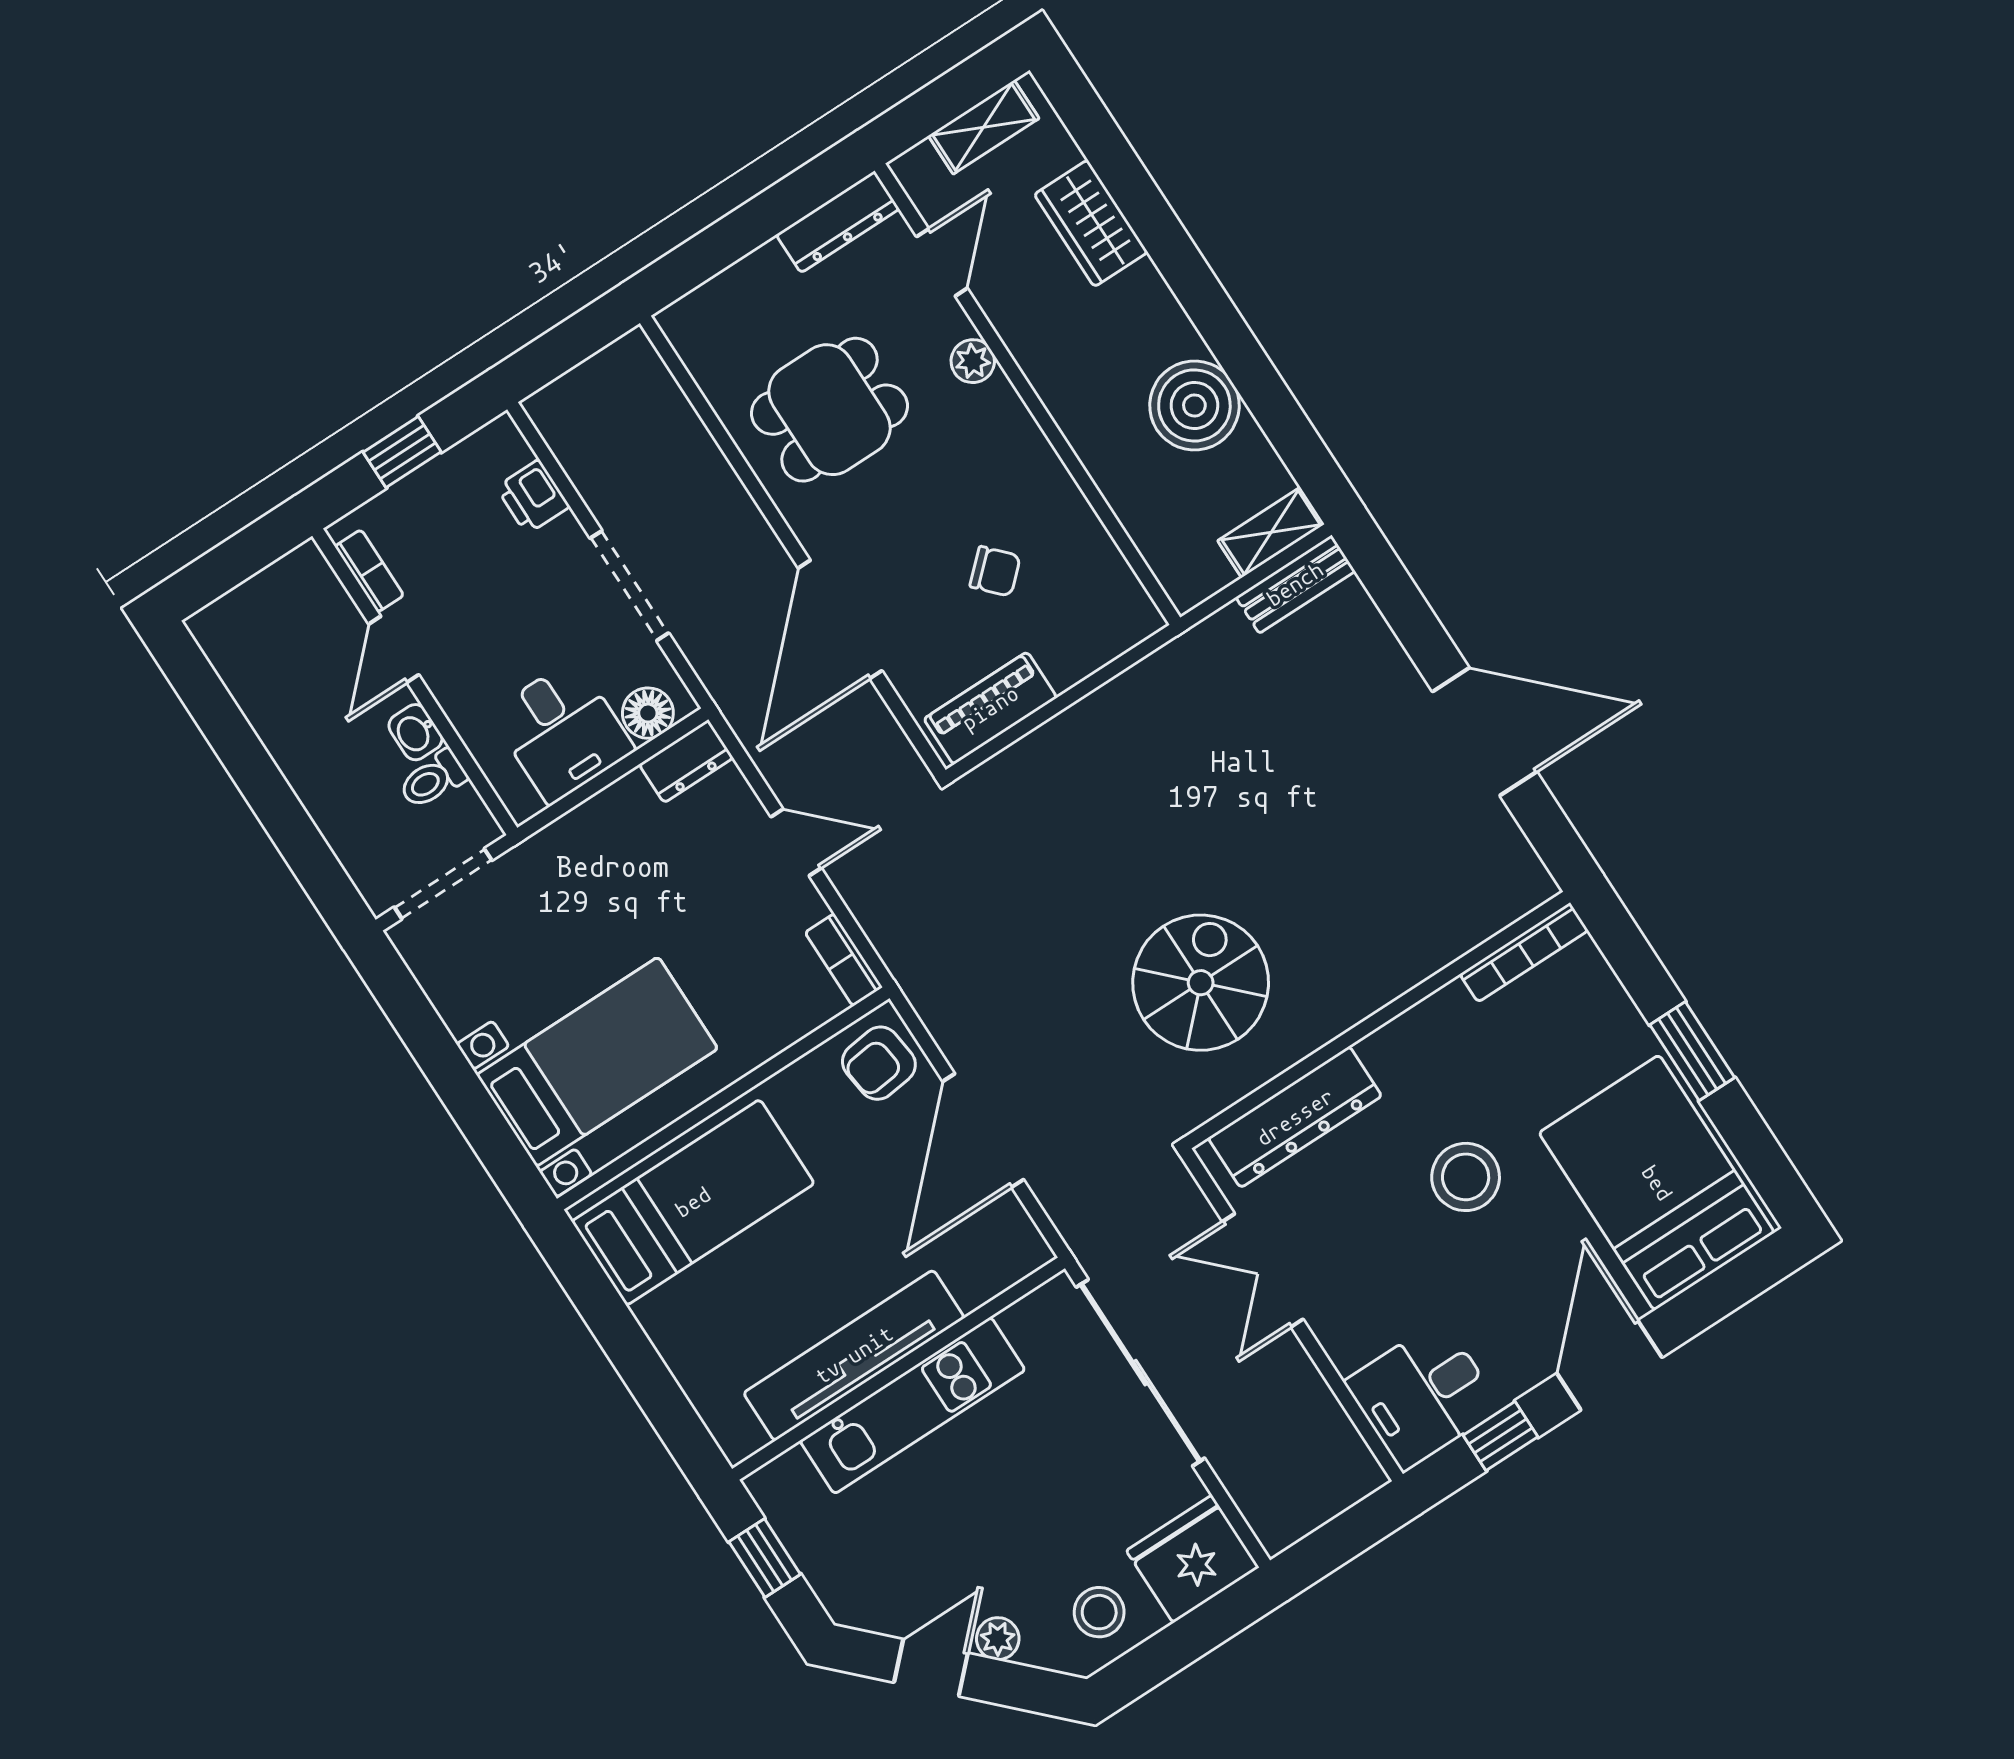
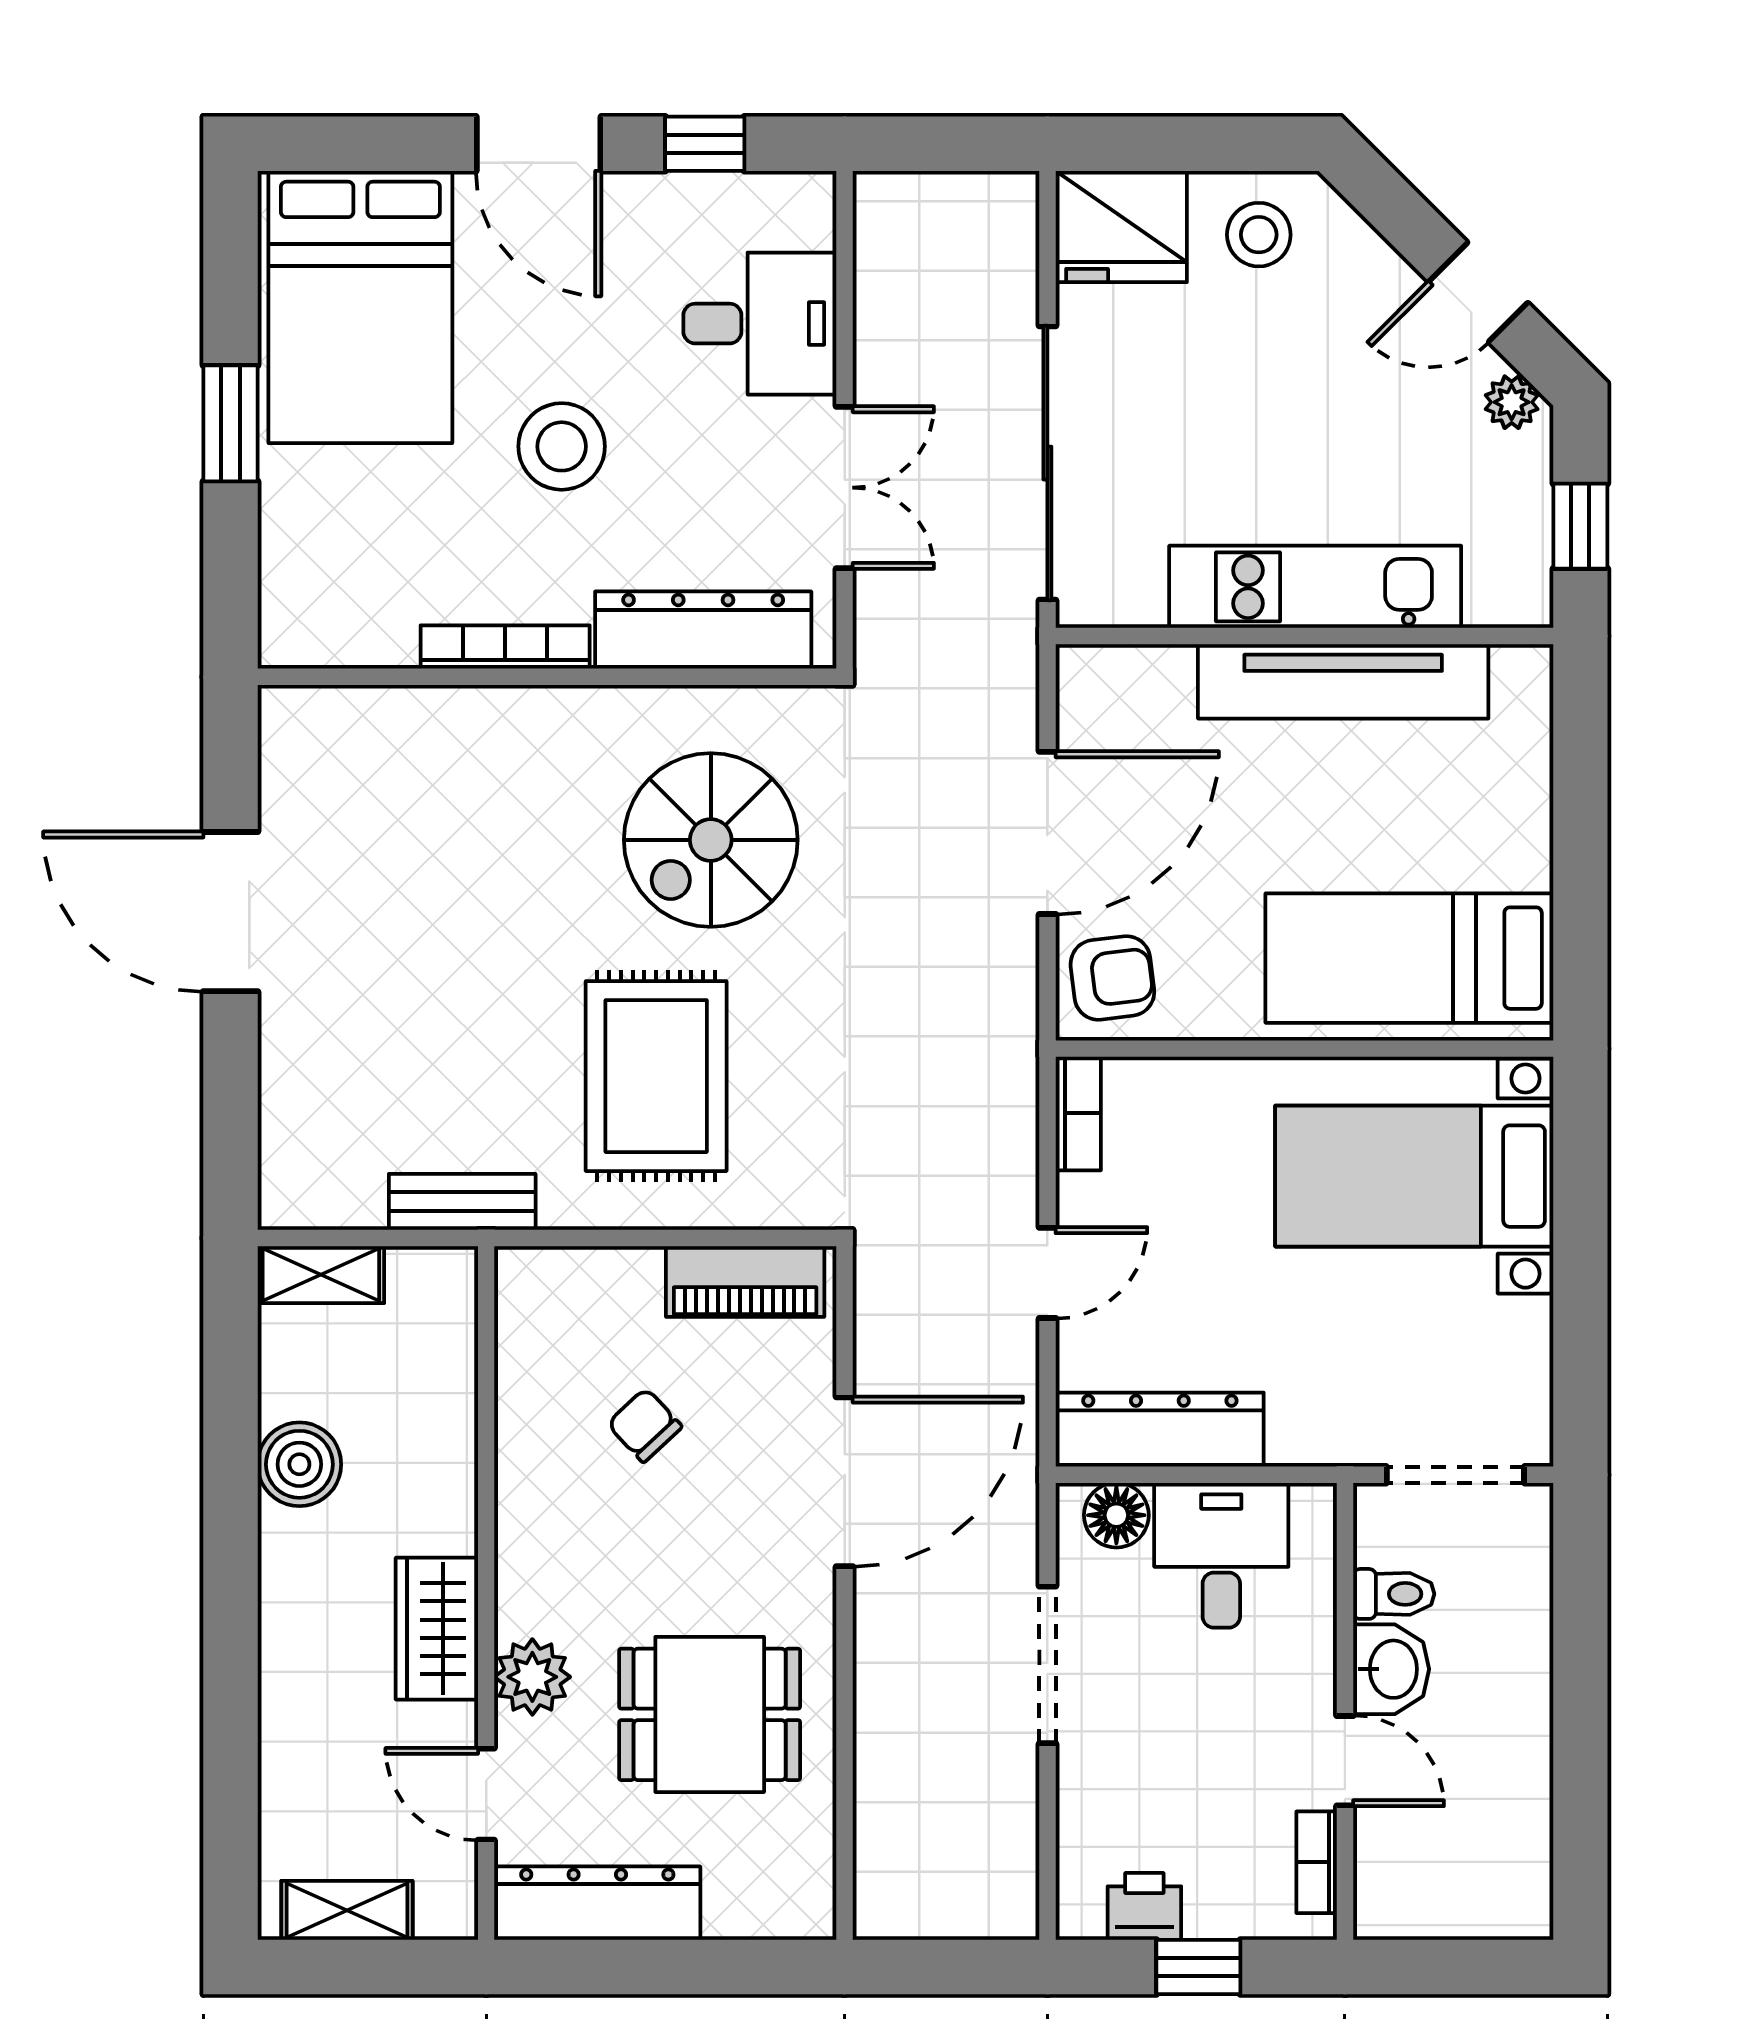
dresser: (838, 222) -> (597, 1903), width x1.37, depth x1.24
wardrobe: (1091, 223) -> (437, 1629), moved, turned 180
door: (942, 262) -> (486, 1794), hinge flipped
plant: (973, 361) -> (532, 1677), width x1.38, depth x1.38
boiler: (1194, 405) -> (299, 1464), width x0.73, depth x0.73
printer: (533, 497) -> (1144, 1906), moved, turned -90
bench: (1295, 584) -> (462, 1202), moved
door: (394, 649) -> (1345, 1761), hinge flipped
washbasin: (415, 732) -> (1391, 1669), width x1.38, depth x1.45
dresser: (686, 761) -> (1160, 1430), width x1.96, depth x1.24
rug: (1136, 805) -> (656, 1076), added
door: (796, 842) -> (1047, 1273), swing flipped
bookcase: (1524, 952) -> (505, 647), moved
door: (1609, 1365) -> (539, 144), hinge flipped
desk: (1423, 1395) -> (760, 324), moved
plant: (998, 1639) -> (1512, 402), moved

